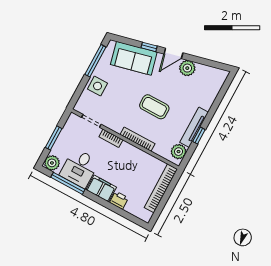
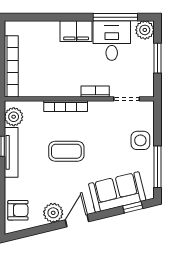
window: (149, 47) -> (133, 207), moved
armchair: (211, 83) -> (18, 210), added
printer: (119, 200) -> (50, 29), removed

